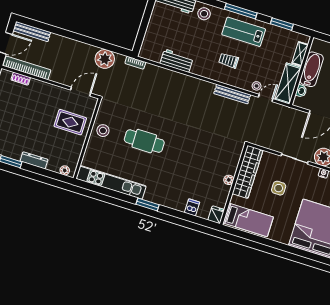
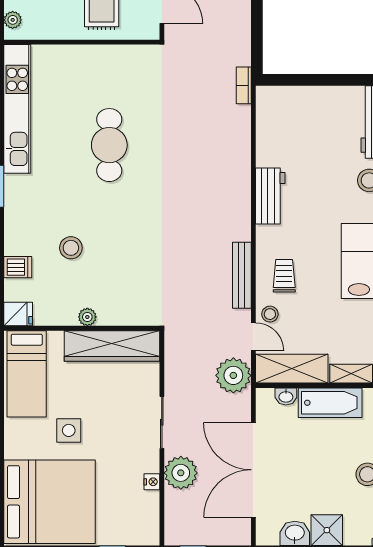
plant: (105, 59) -> (233, 375), moved
trolley: (229, 60) -> (284, 276), moved
workbench: (177, 61) -> (270, 196), moved
stool: (103, 131) -> (71, 248), moved
side table: (279, 188) -> (69, 430), moved

